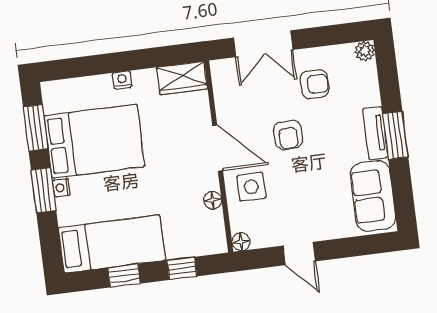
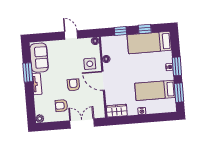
window: (395, 135) -> (28, 72), moved
bed: (94, 141) -> (155, 90), width x0.67

